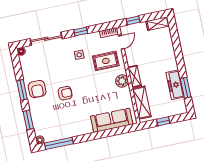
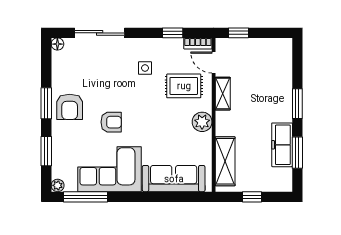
shelving: (158, 24) -> (275, 46), removed
window: (81, 31) -> (173, 33), moved
door: (121, 42) -> (214, 62), swing flipped
window: (179, 57) -> (297, 104), added
shelving: (135, 76) -> (223, 94), moved
corner sofa: (70, 123) -> (110, 169), added

